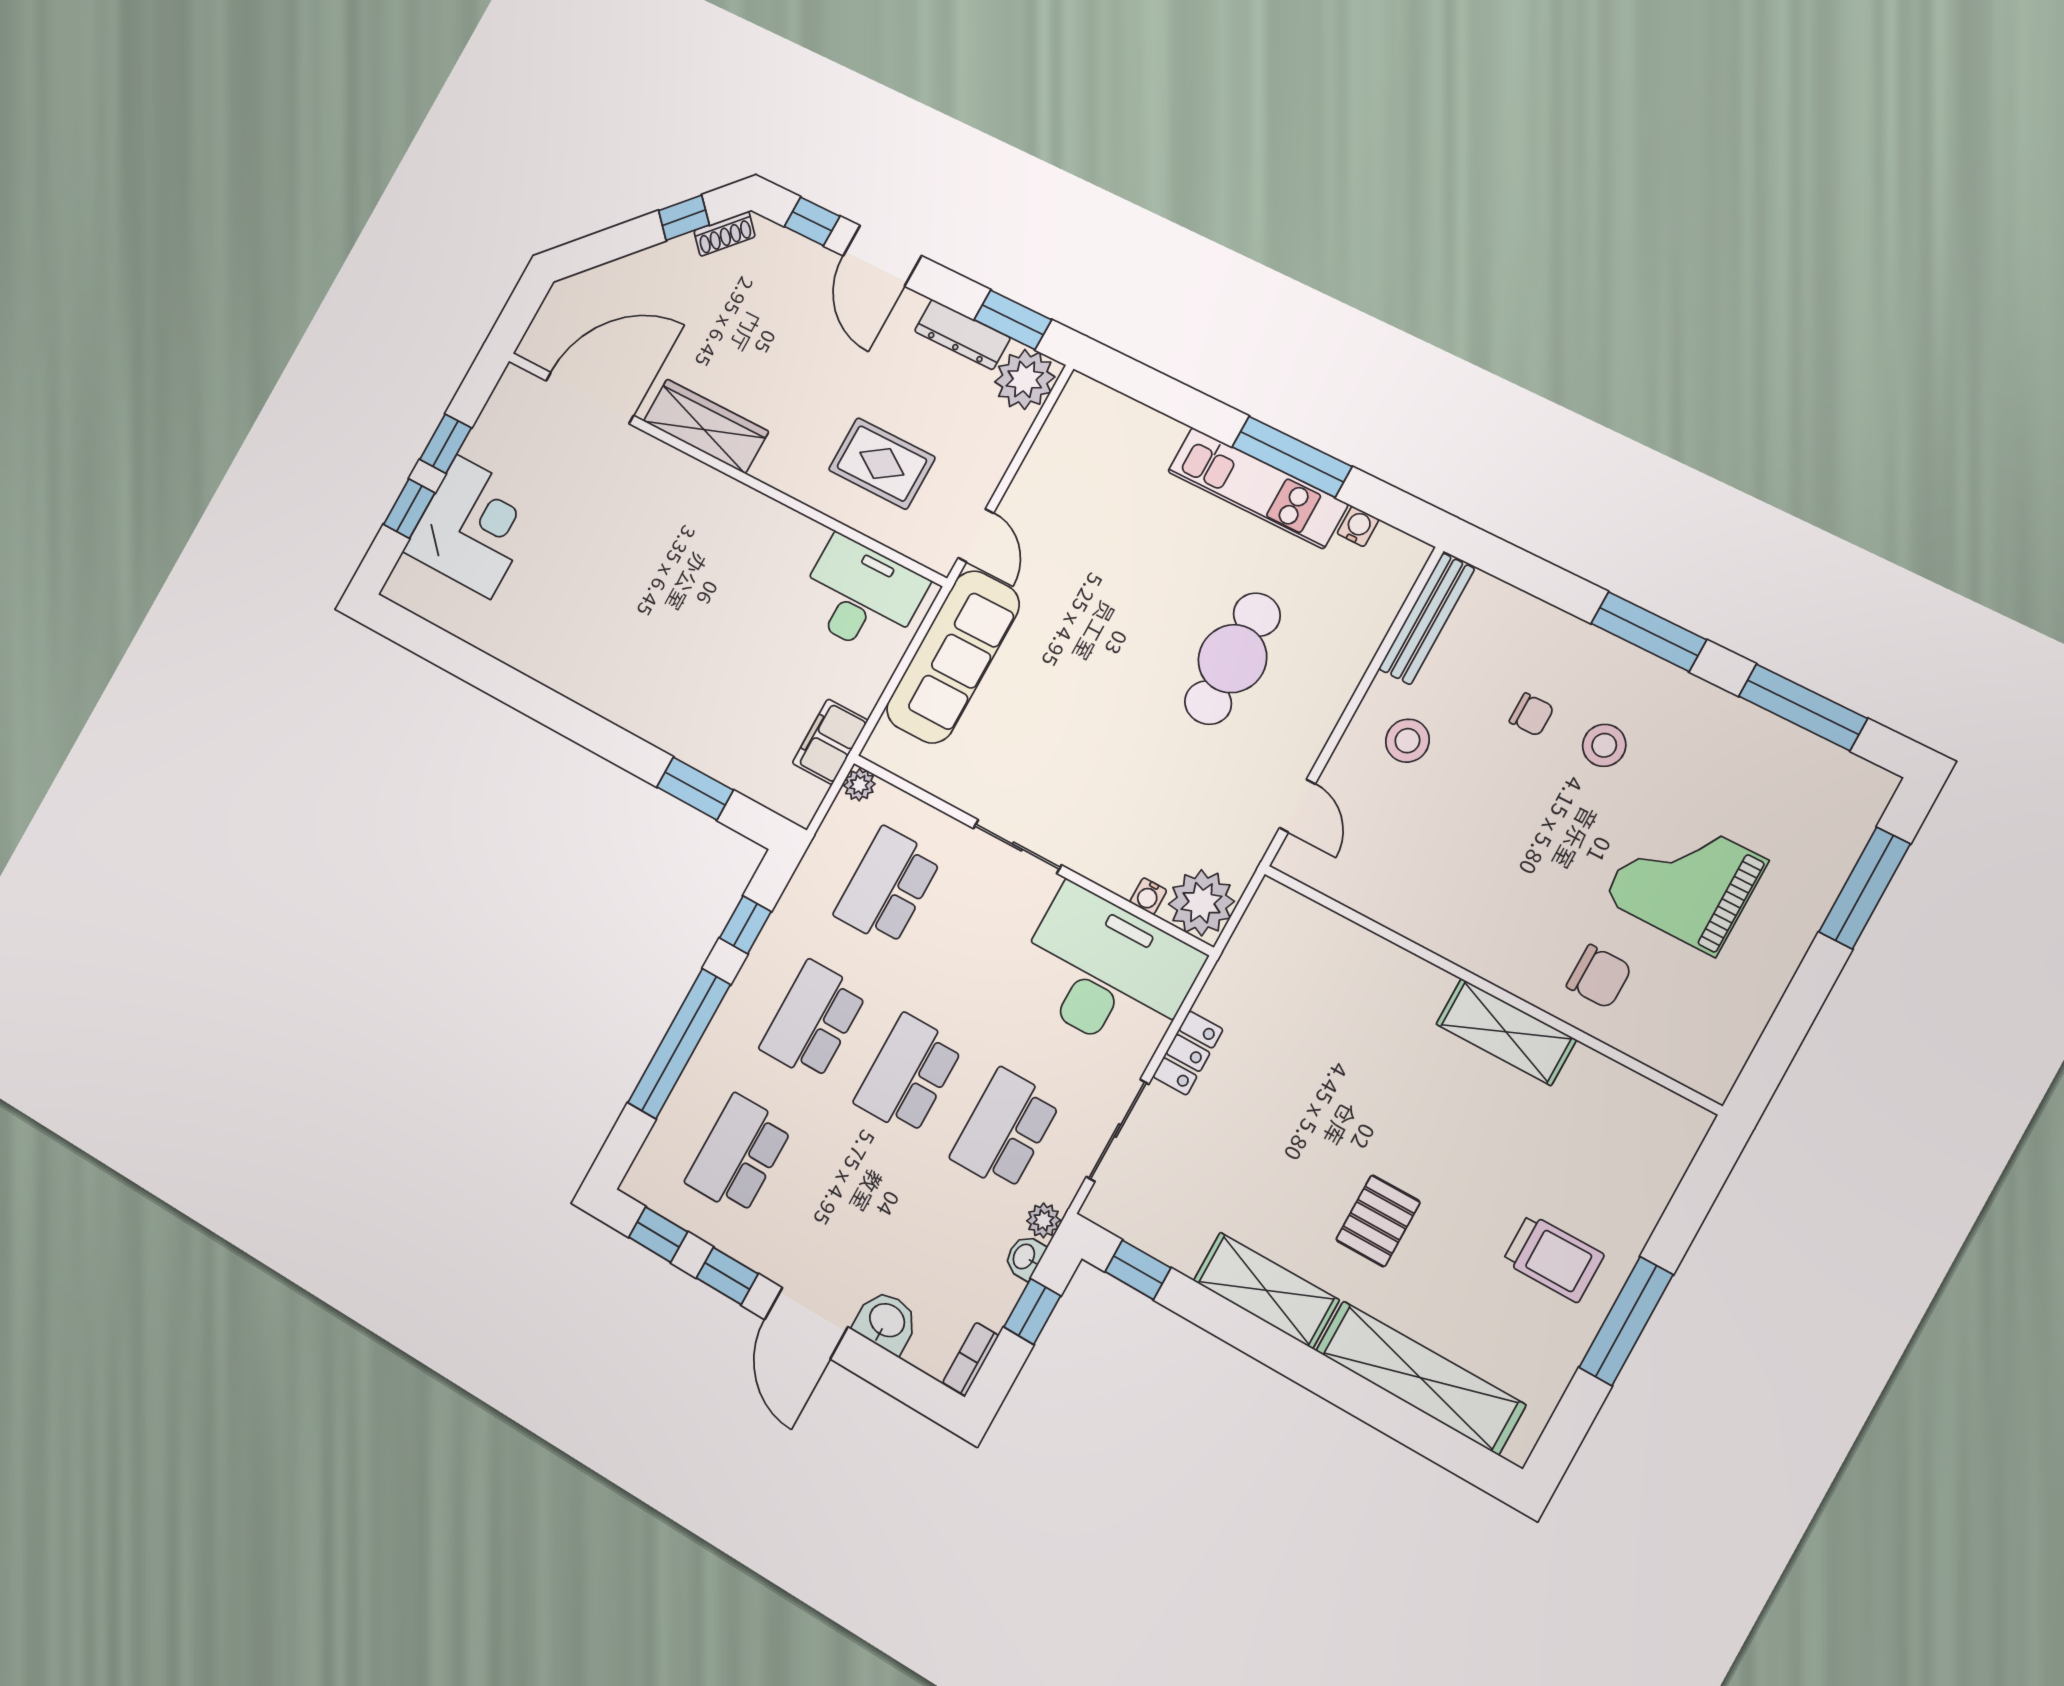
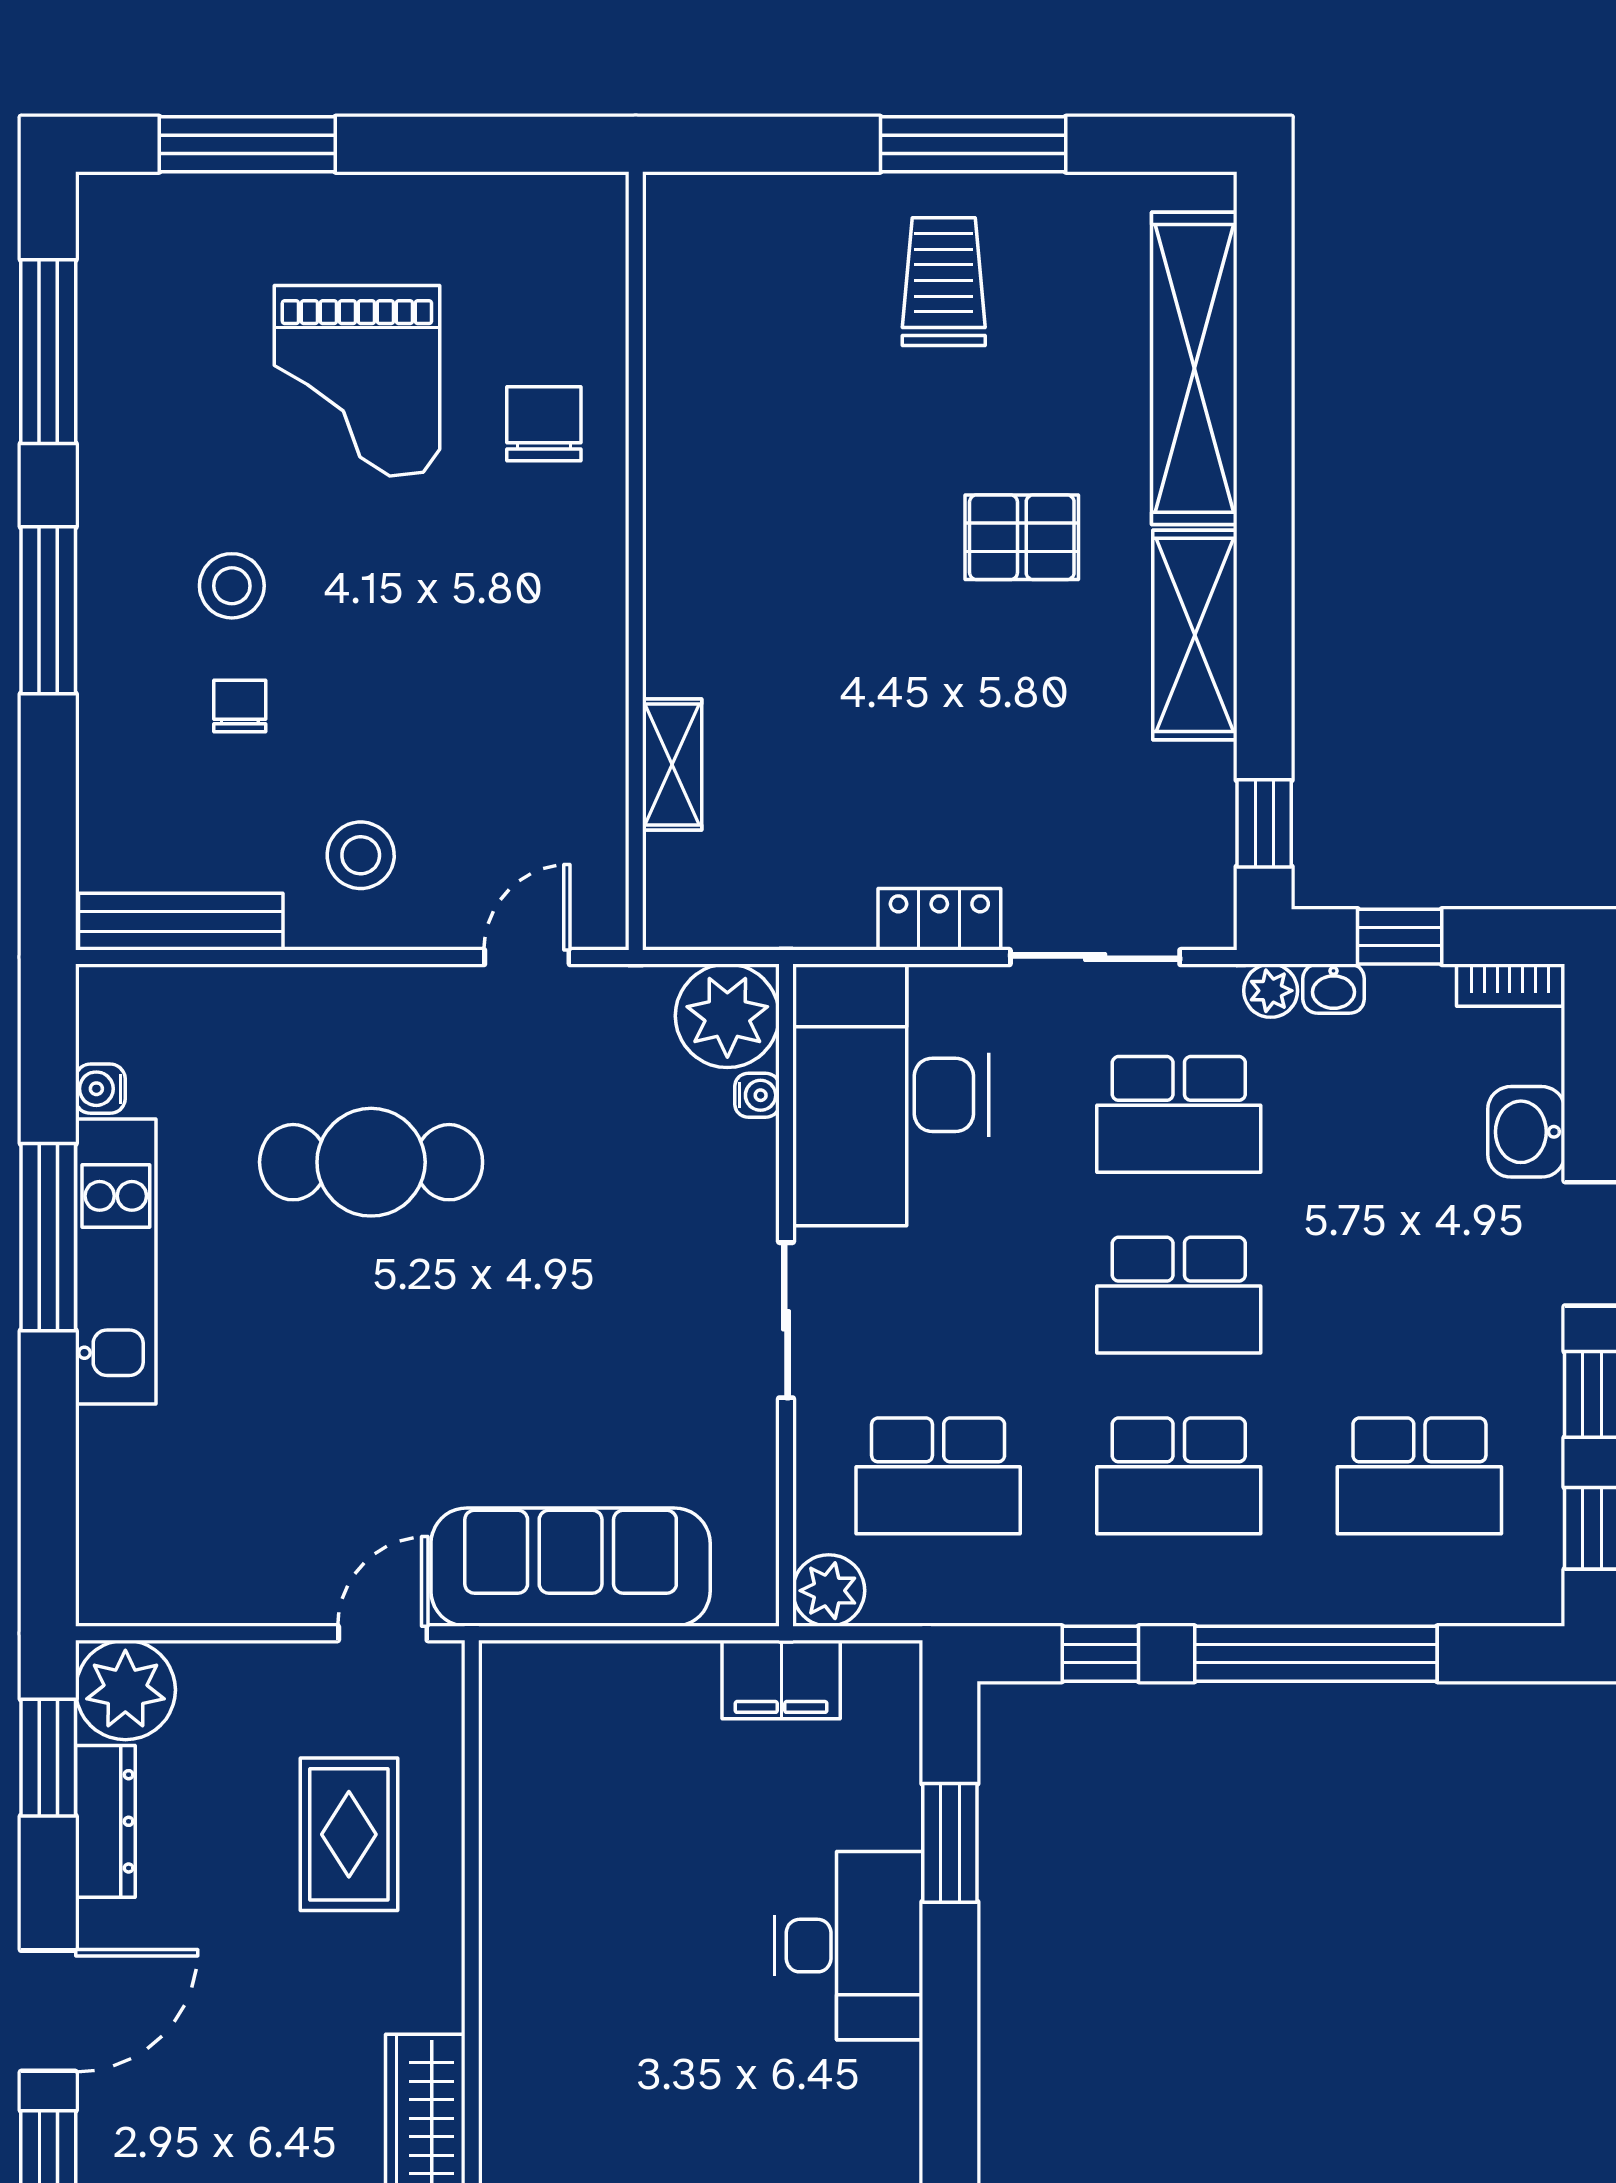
desk: (861, 596) -> (849, 1946), moved, turned 180
plant: (859, 785) -> (829, 1591), width x1.38, depth x1.38
shelving: (1506, 1032) -> (672, 764), moved, width x0.67, depth x0.75

